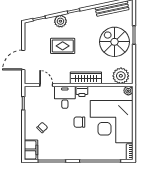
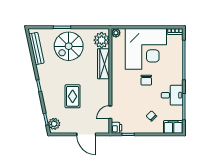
plant: (60, 21) -> (54, 124), moved
wardrobe: (86, 78) -> (104, 64), moved
printer: (82, 91) -> (117, 128), moved
desk: (65, 97) -> (172, 95), moved, turned 180

